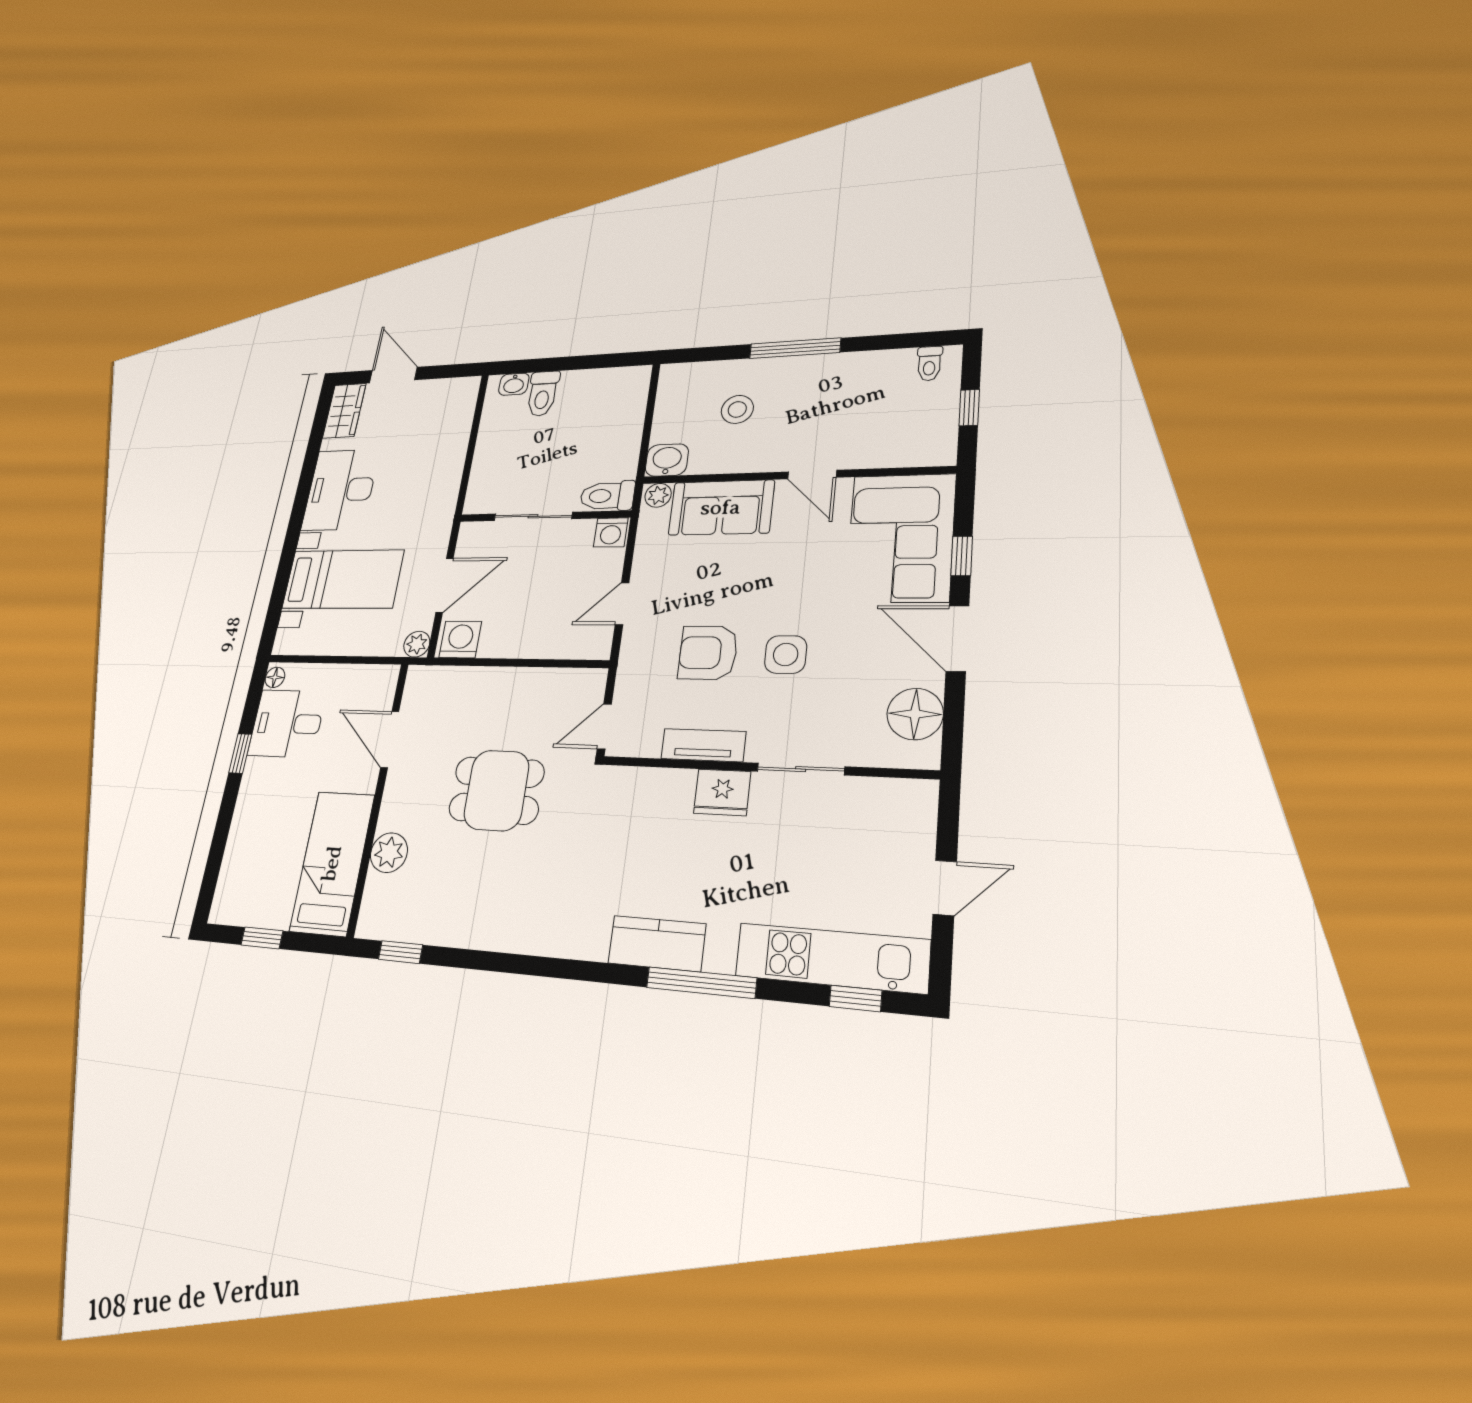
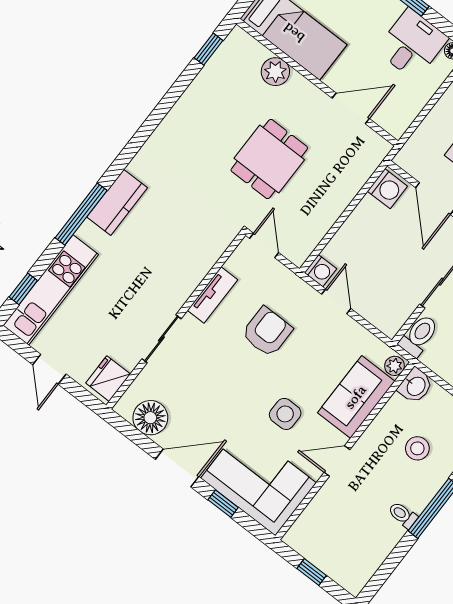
toilet: (929, 364) -> (403, 515), moved
washing machine: (611, 532) -> (321, 271), moved, turned 180
plant: (417, 644) -> (405, 159), removed
side table: (786, 654) -> (285, 414), moved
fridge: (722, 792) -> (108, 379), moved

